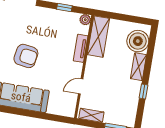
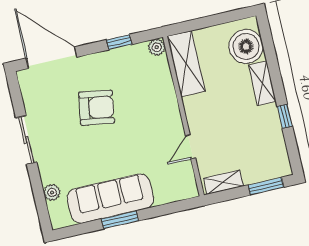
tv unit: (81, 48) -> (167, 92), removed
armchair: (26, 56) -> (96, 108), moved
window: (21, 112) -> (120, 220), added

